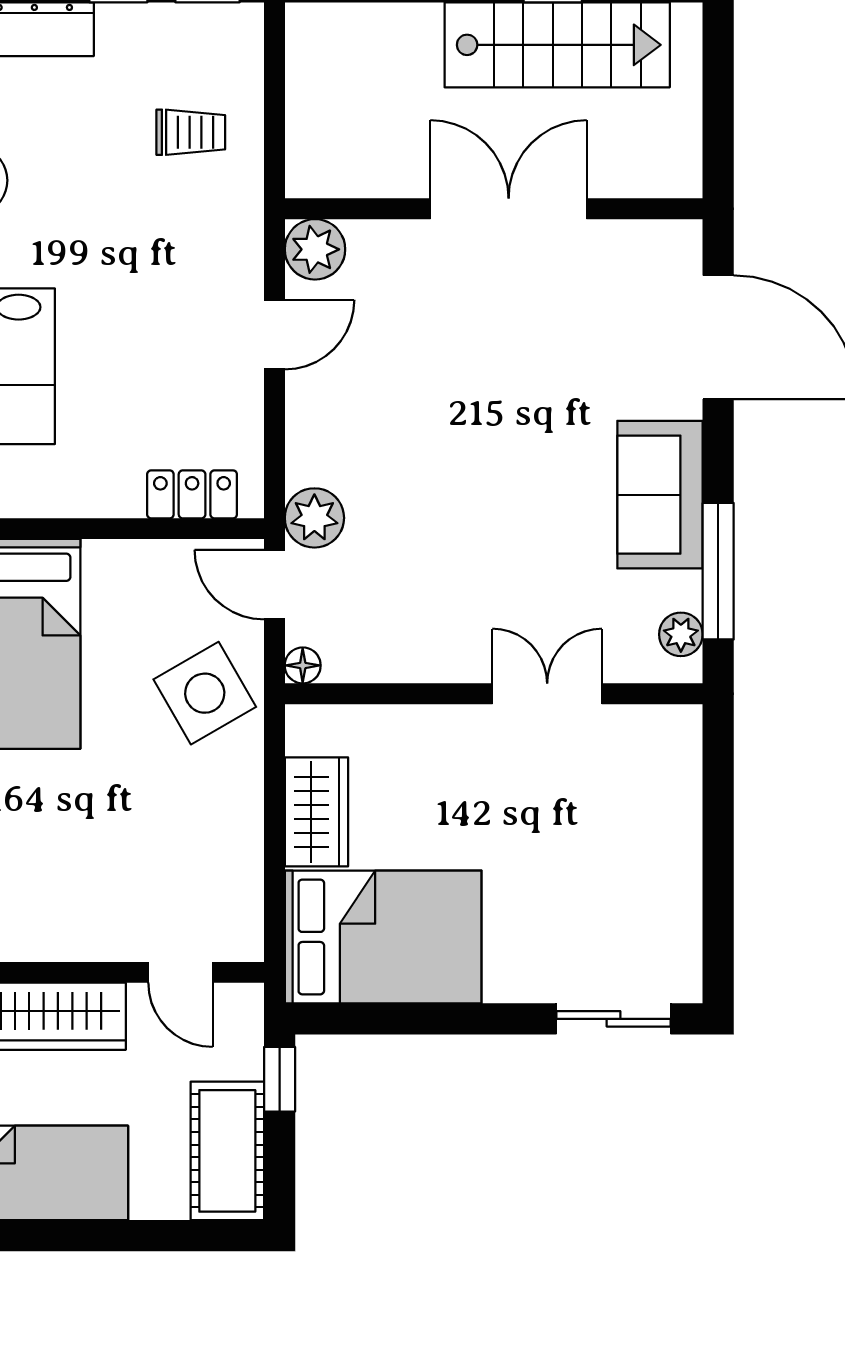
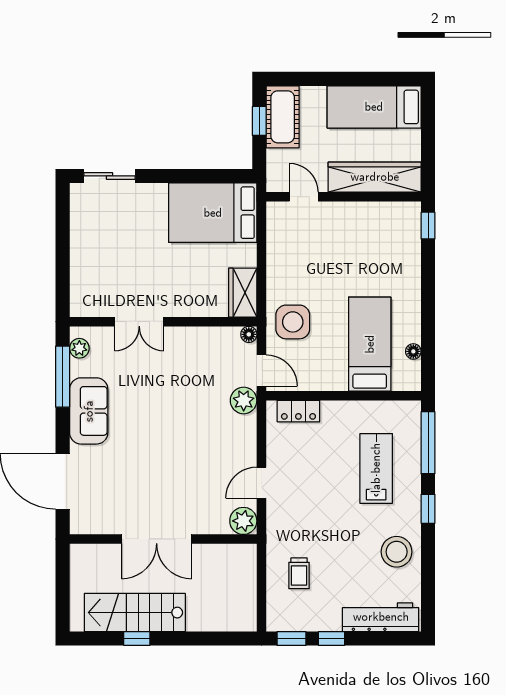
trolley: (191, 132) -> (299, 573), turned -90
side table: (205, 693) -> (293, 322), turned 30
wardrobe: (316, 812) -> (243, 293), moved
window: (280, 1079) -> (259, 121), moved

